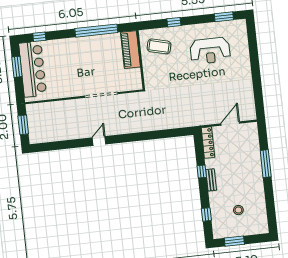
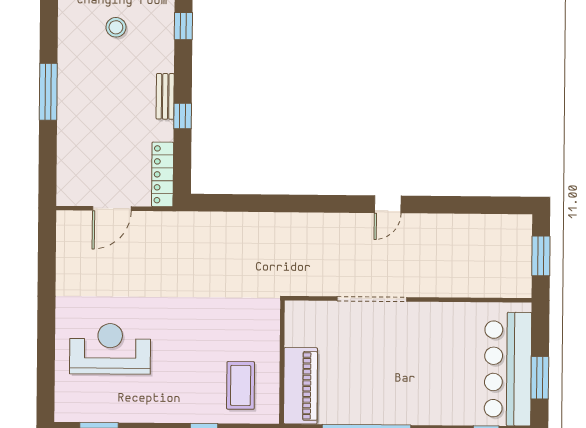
coffee table: (159, 46) -> (241, 385), turned 76
reception desk: (210, 51) -> (110, 349), moved
window: (266, 164) -> (48, 92), moved

